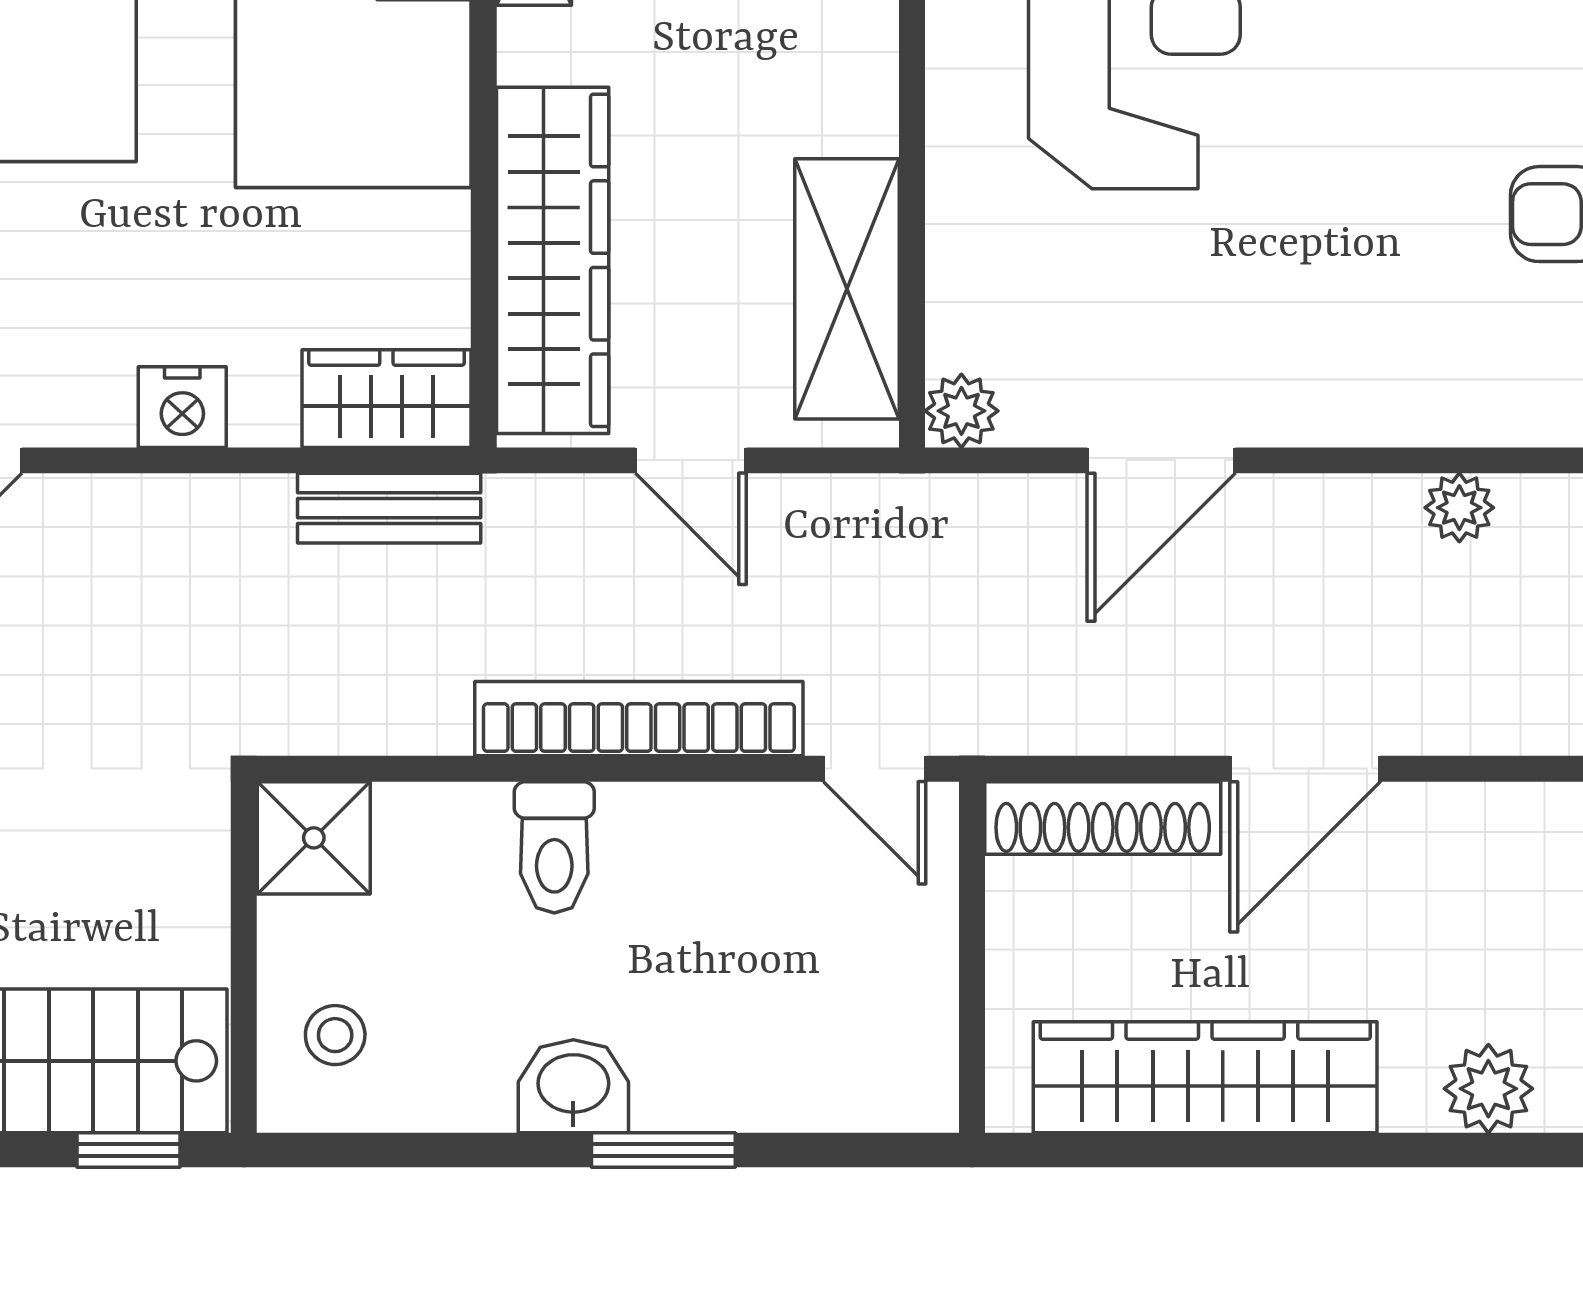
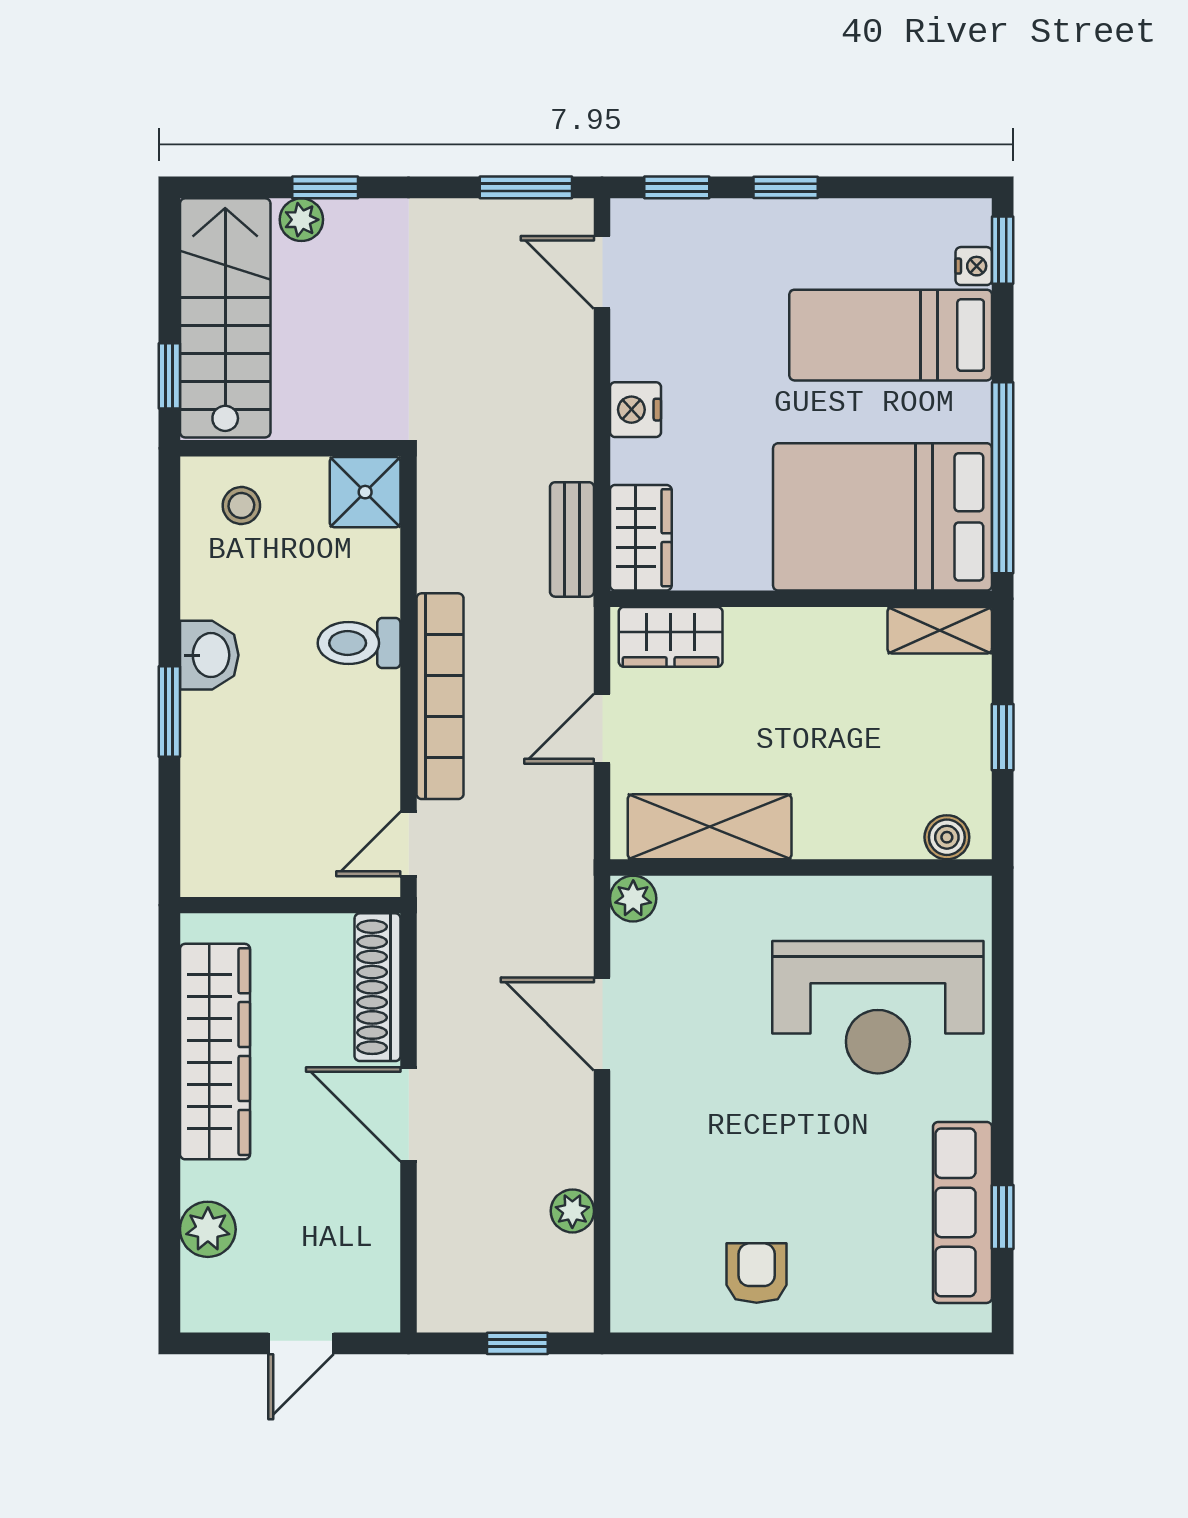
wardrobe: (553, 260) -> (671, 637), width x0.48, depth x0.85

